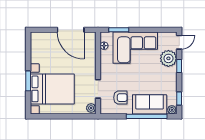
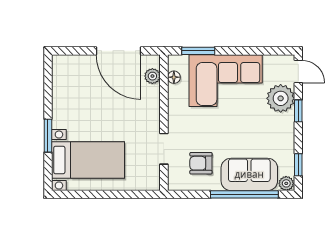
door: (179, 42) -> (298, 72), hinge flipped
bed with nightstands: (52, 89) -> (88, 160), width x0.73
armchair: (120, 98) -> (201, 163), turned 180
plant: (91, 108) -> (152, 76), moved

